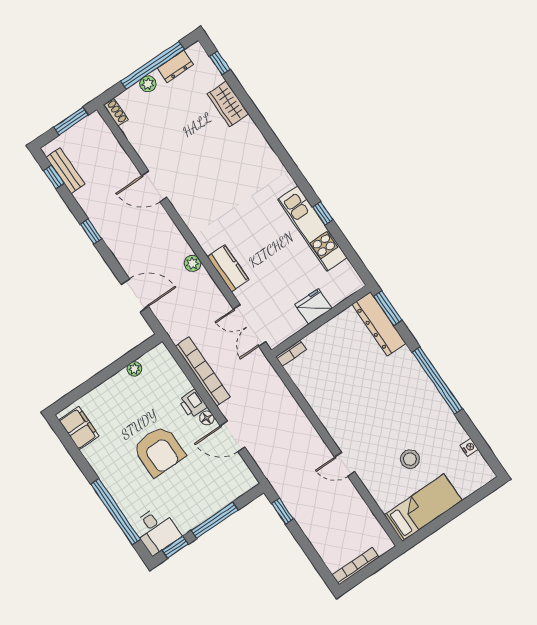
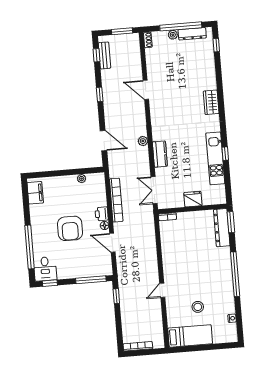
dresser: (175, 66) -> (192, 34), width x1.44
wardrobe: (228, 104) -> (211, 102), moved
door: (345, 464) -> (162, 290), hinge flipped
window: (215, 520) -> (91, 280), moved

